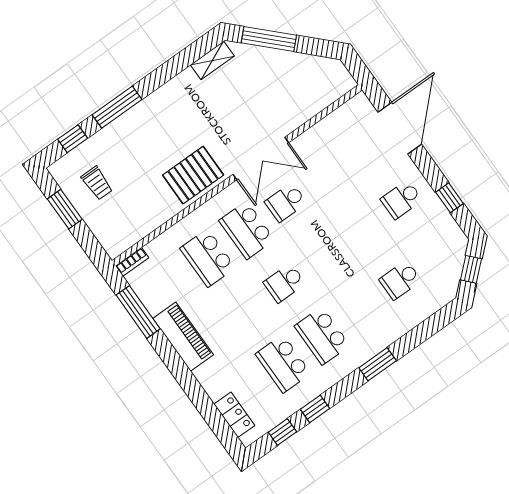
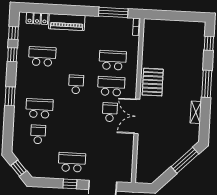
shelving: (212, 60) -> (196, 112), moved
window: (117, 107) -> (207, 84), moved
trolley: (97, 183) -> (182, 39), removed
window: (450, 198) -> (70, 184), moved
school desk: (401, 200) -> (72, 162), width x1.85
window: (65, 209) -> (182, 16), removed
school desk: (322, 336) -> (39, 108), moved
piano: (183, 337) -> (67, 22), moved

